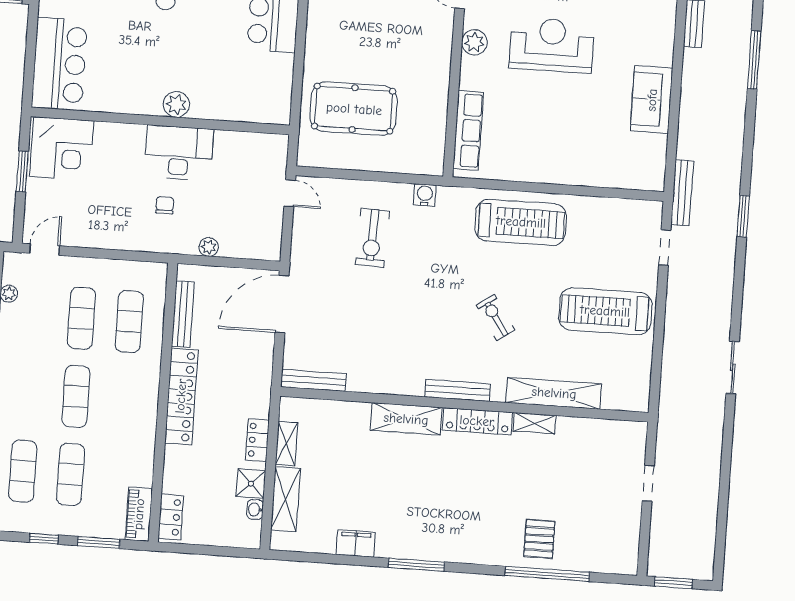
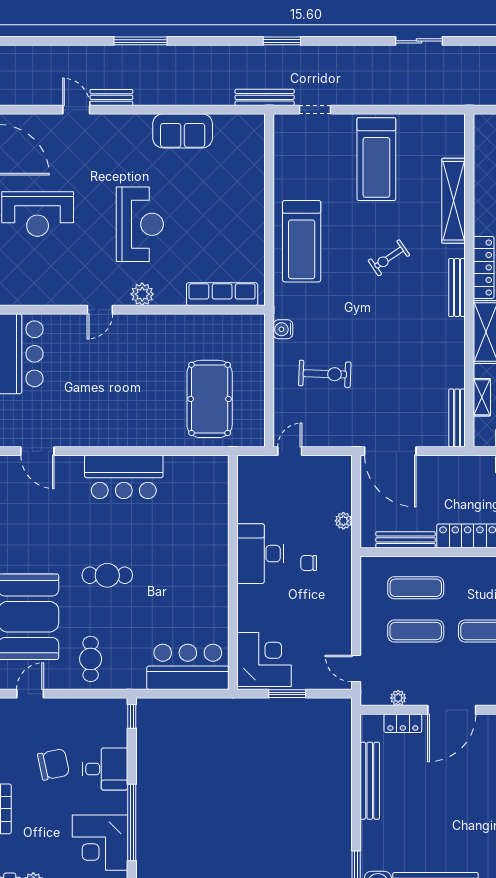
reception desk: (552, 45) -> (140, 224), turned 180
plant: (176, 104) -> (217, 559), removed
treadmill: (521, 222) -> (302, 241), turned 180
shelving: (535, 423) -> (482, 397), moved

